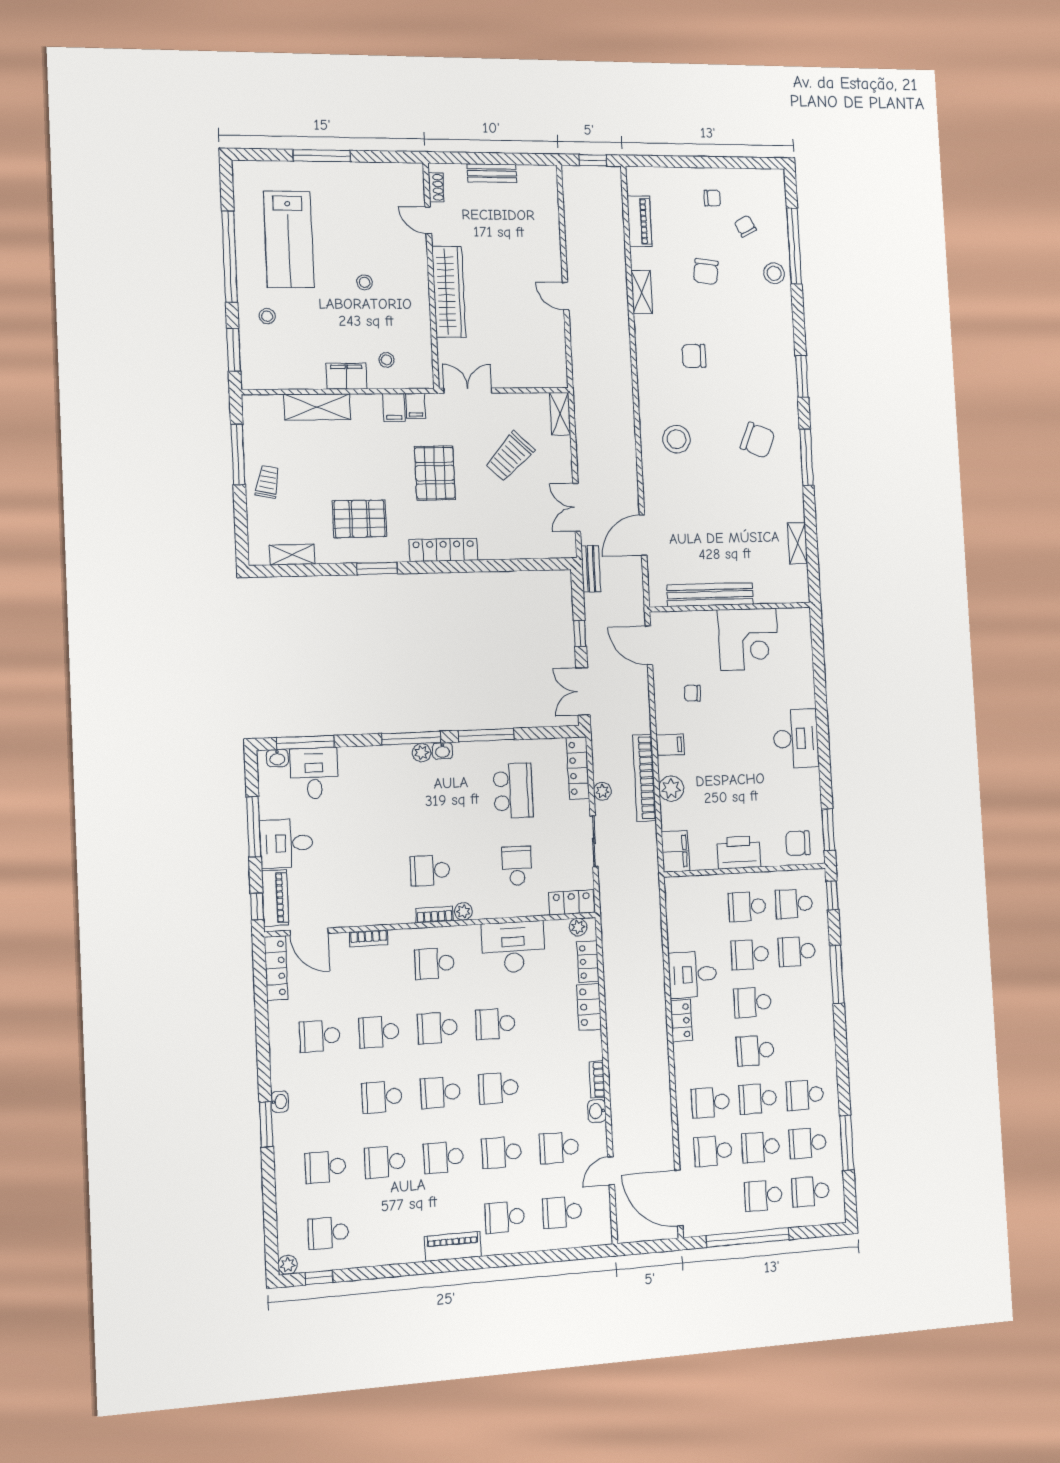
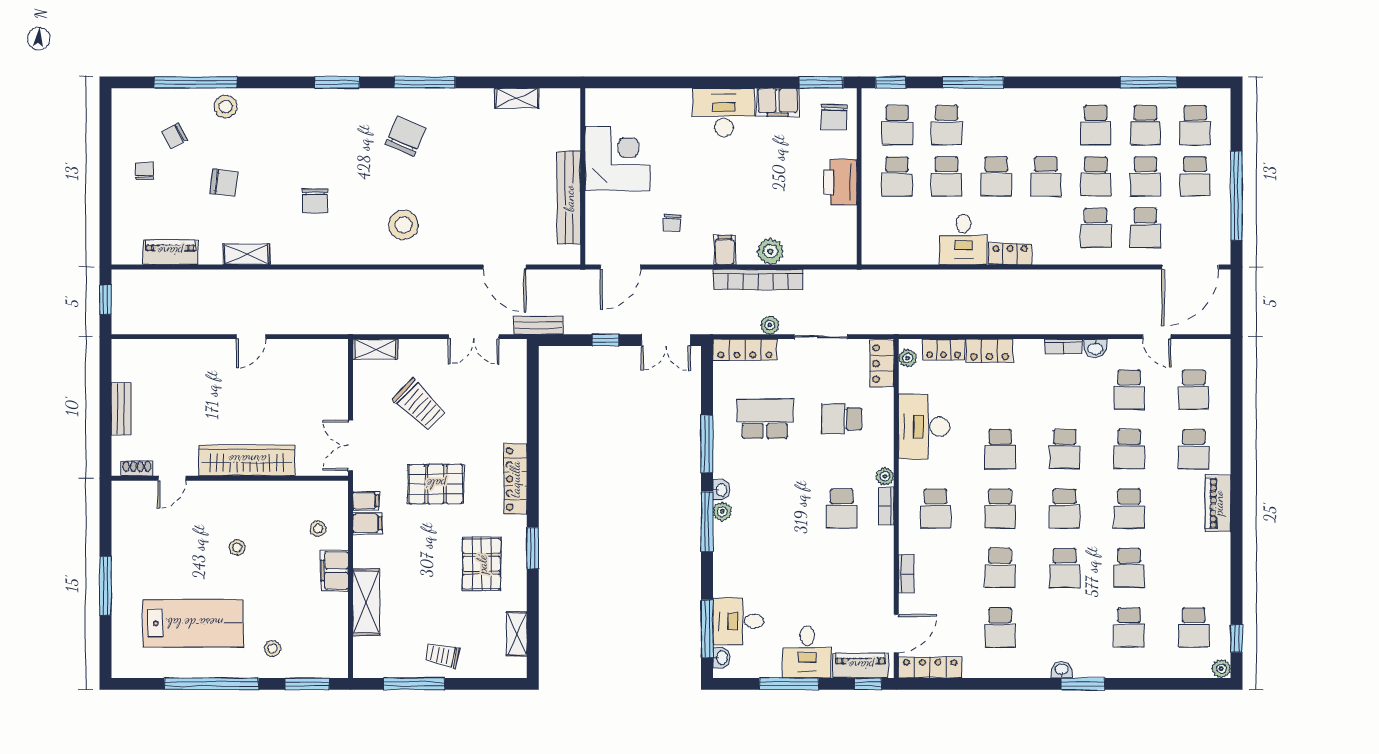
filing cabinet: (675, 851) -> (778, 102), moved, turned 180

